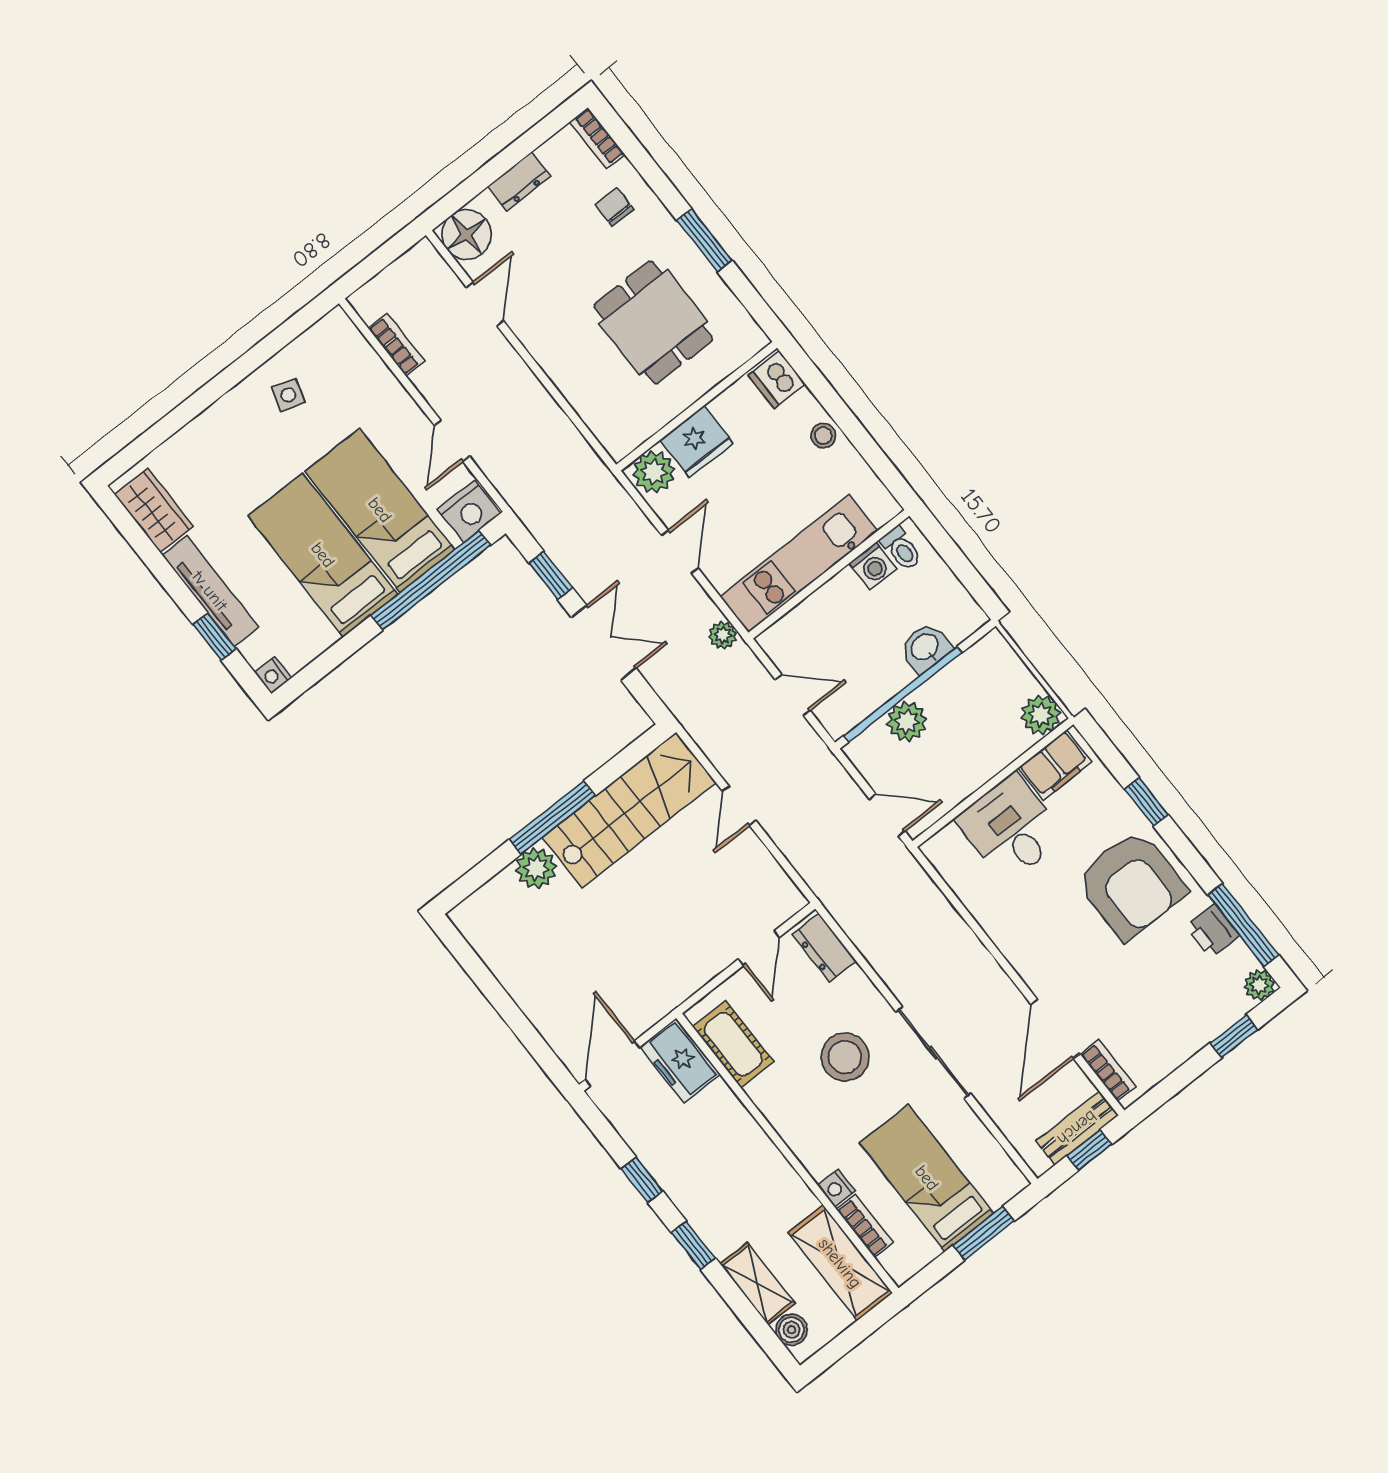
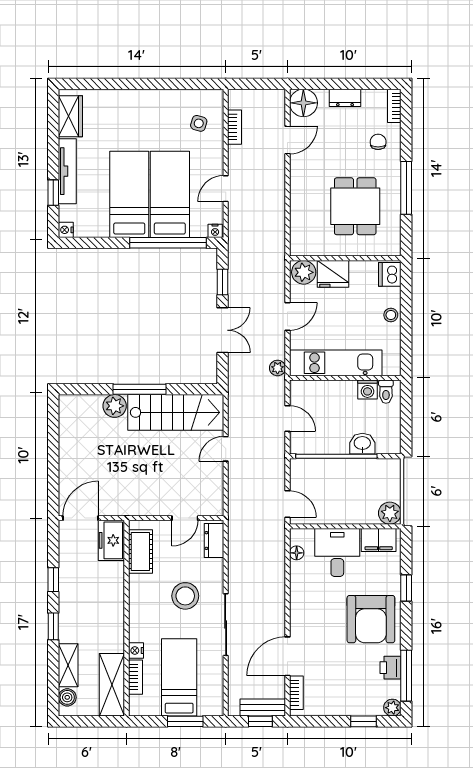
window: (704, 240) -> (406, 188), width x1.44
side table: (288, 395) -> (199, 123), moved
nightstand: (469, 511) -> (215, 231), width x0.53, depth x0.56
plant: (907, 721) -> (329, 470), removed
floor lamp: (954, 874) -> (297, 553), added

